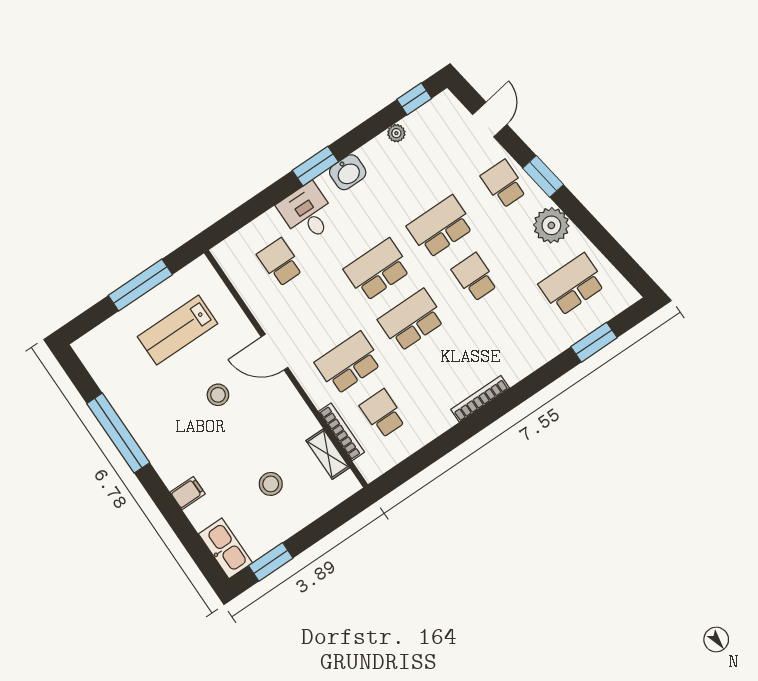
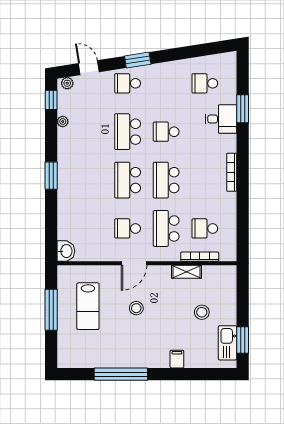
washbasin: (348, 172) -> (66, 251), moved
desk: (307, 213) -> (221, 119), moved, turned 180
plant: (551, 225) -> (67, 83), moved, width x0.53, depth x0.53
school desk: (280, 262) -> (128, 228), moved
school desk: (572, 285) -> (205, 83), width x0.54
window: (594, 342) -> (243, 109), moved
shelving: (328, 454) -> (187, 272), moved
kitchen sink: (225, 548) -> (228, 343), moved, turned -90

